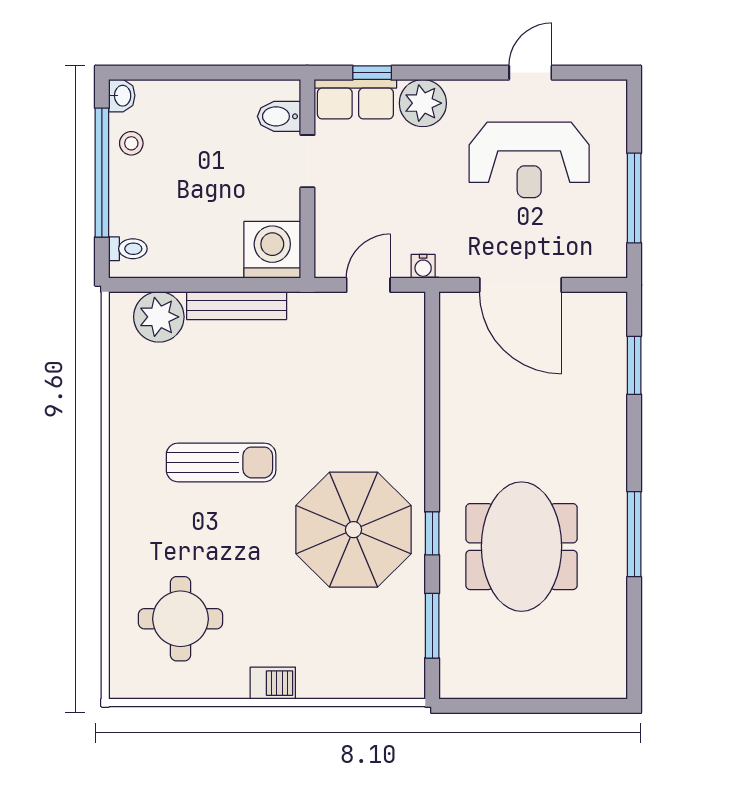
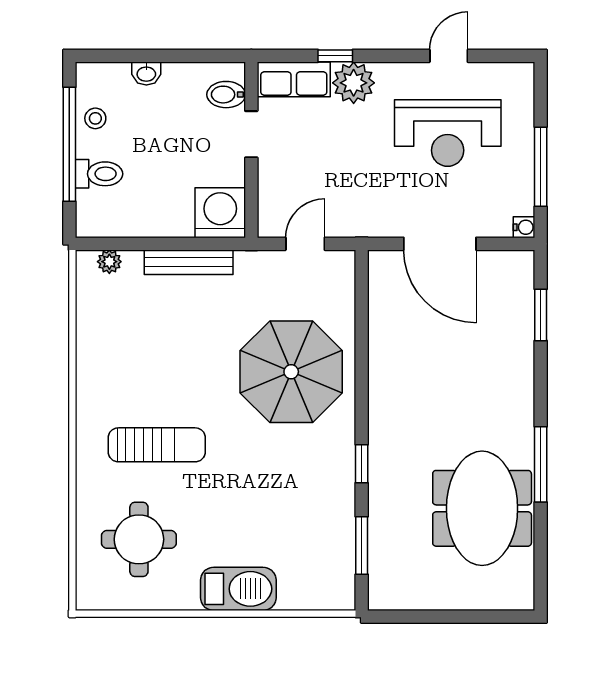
window: (372, 73) -> (335, 56), moved
washbasin: (122, 96) -> (146, 73), moved, turned 90
toilet: (128, 249) -> (99, 174), moved, width x1.37, depth x1.39
water cooler: (423, 266) -> (524, 227), moved, turned -90
plant: (159, 317) -> (109, 262), width x0.53, depth x0.53
sun lounger: (221, 462) -> (157, 445), moved
parasol: (354, 530) -> (291, 372), moved
meeting table: (521, 547) -> (482, 508), moved
barbecue: (273, 683) -> (238, 589), width x1.88, depth x1.53

